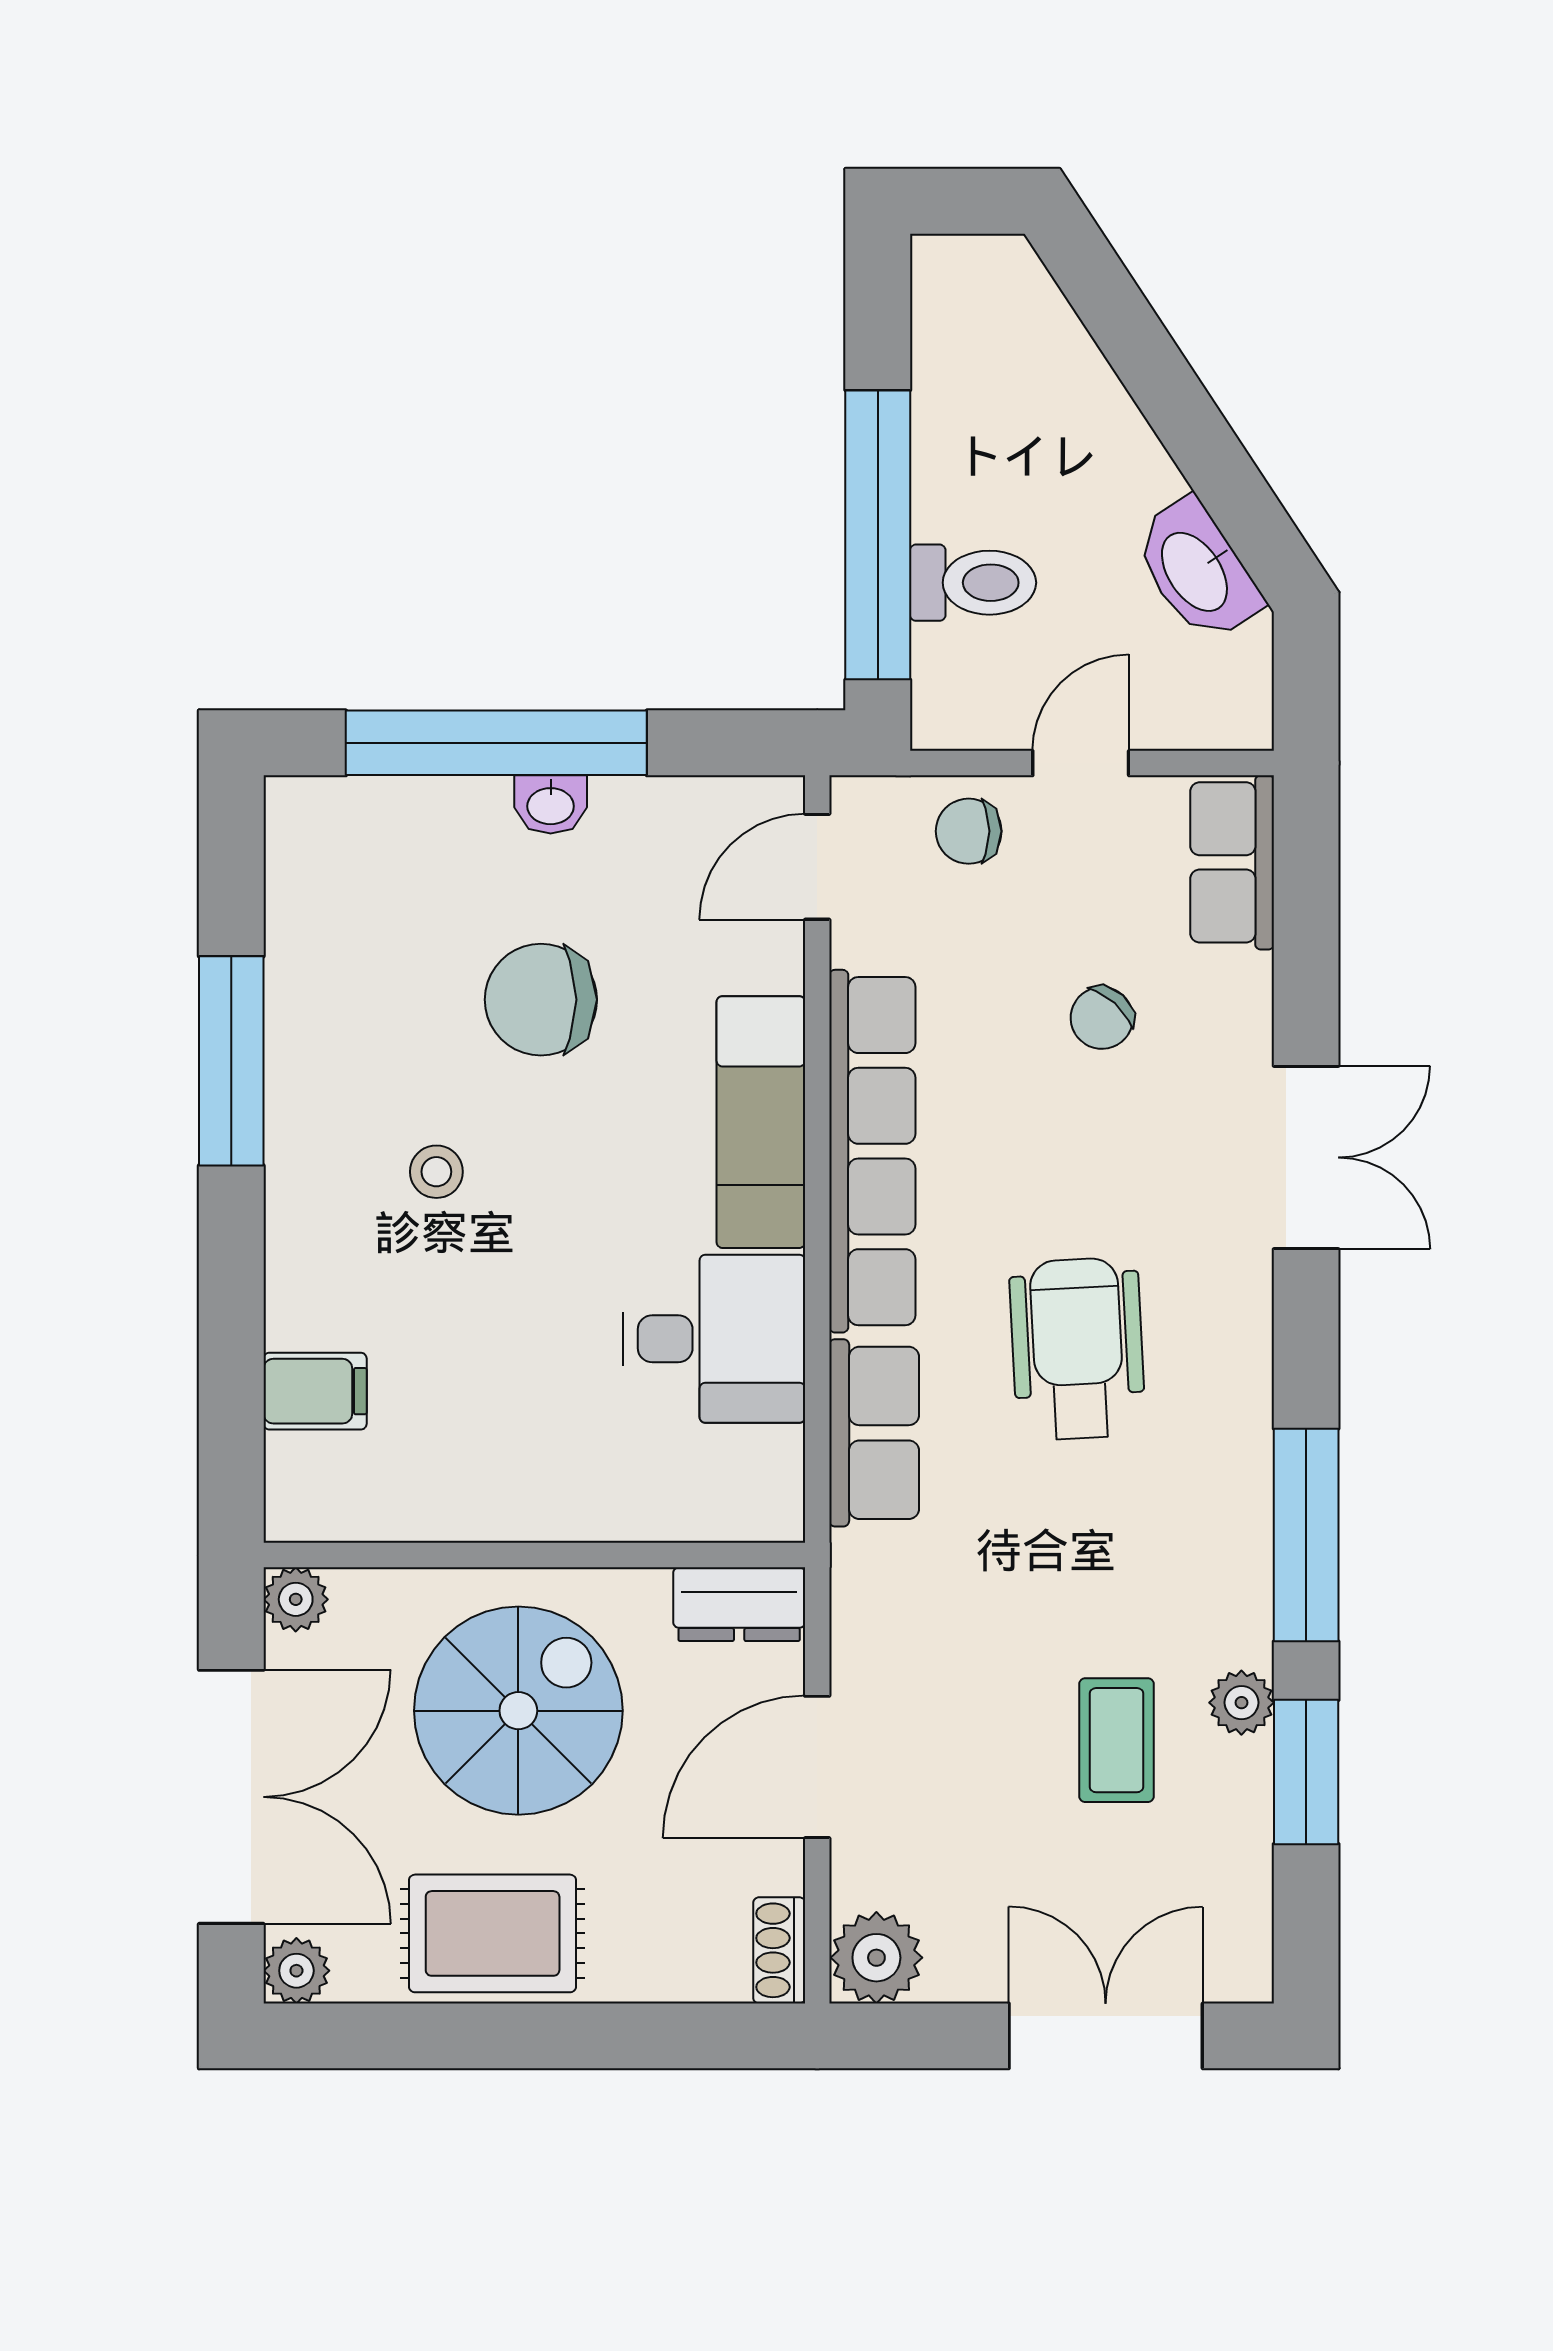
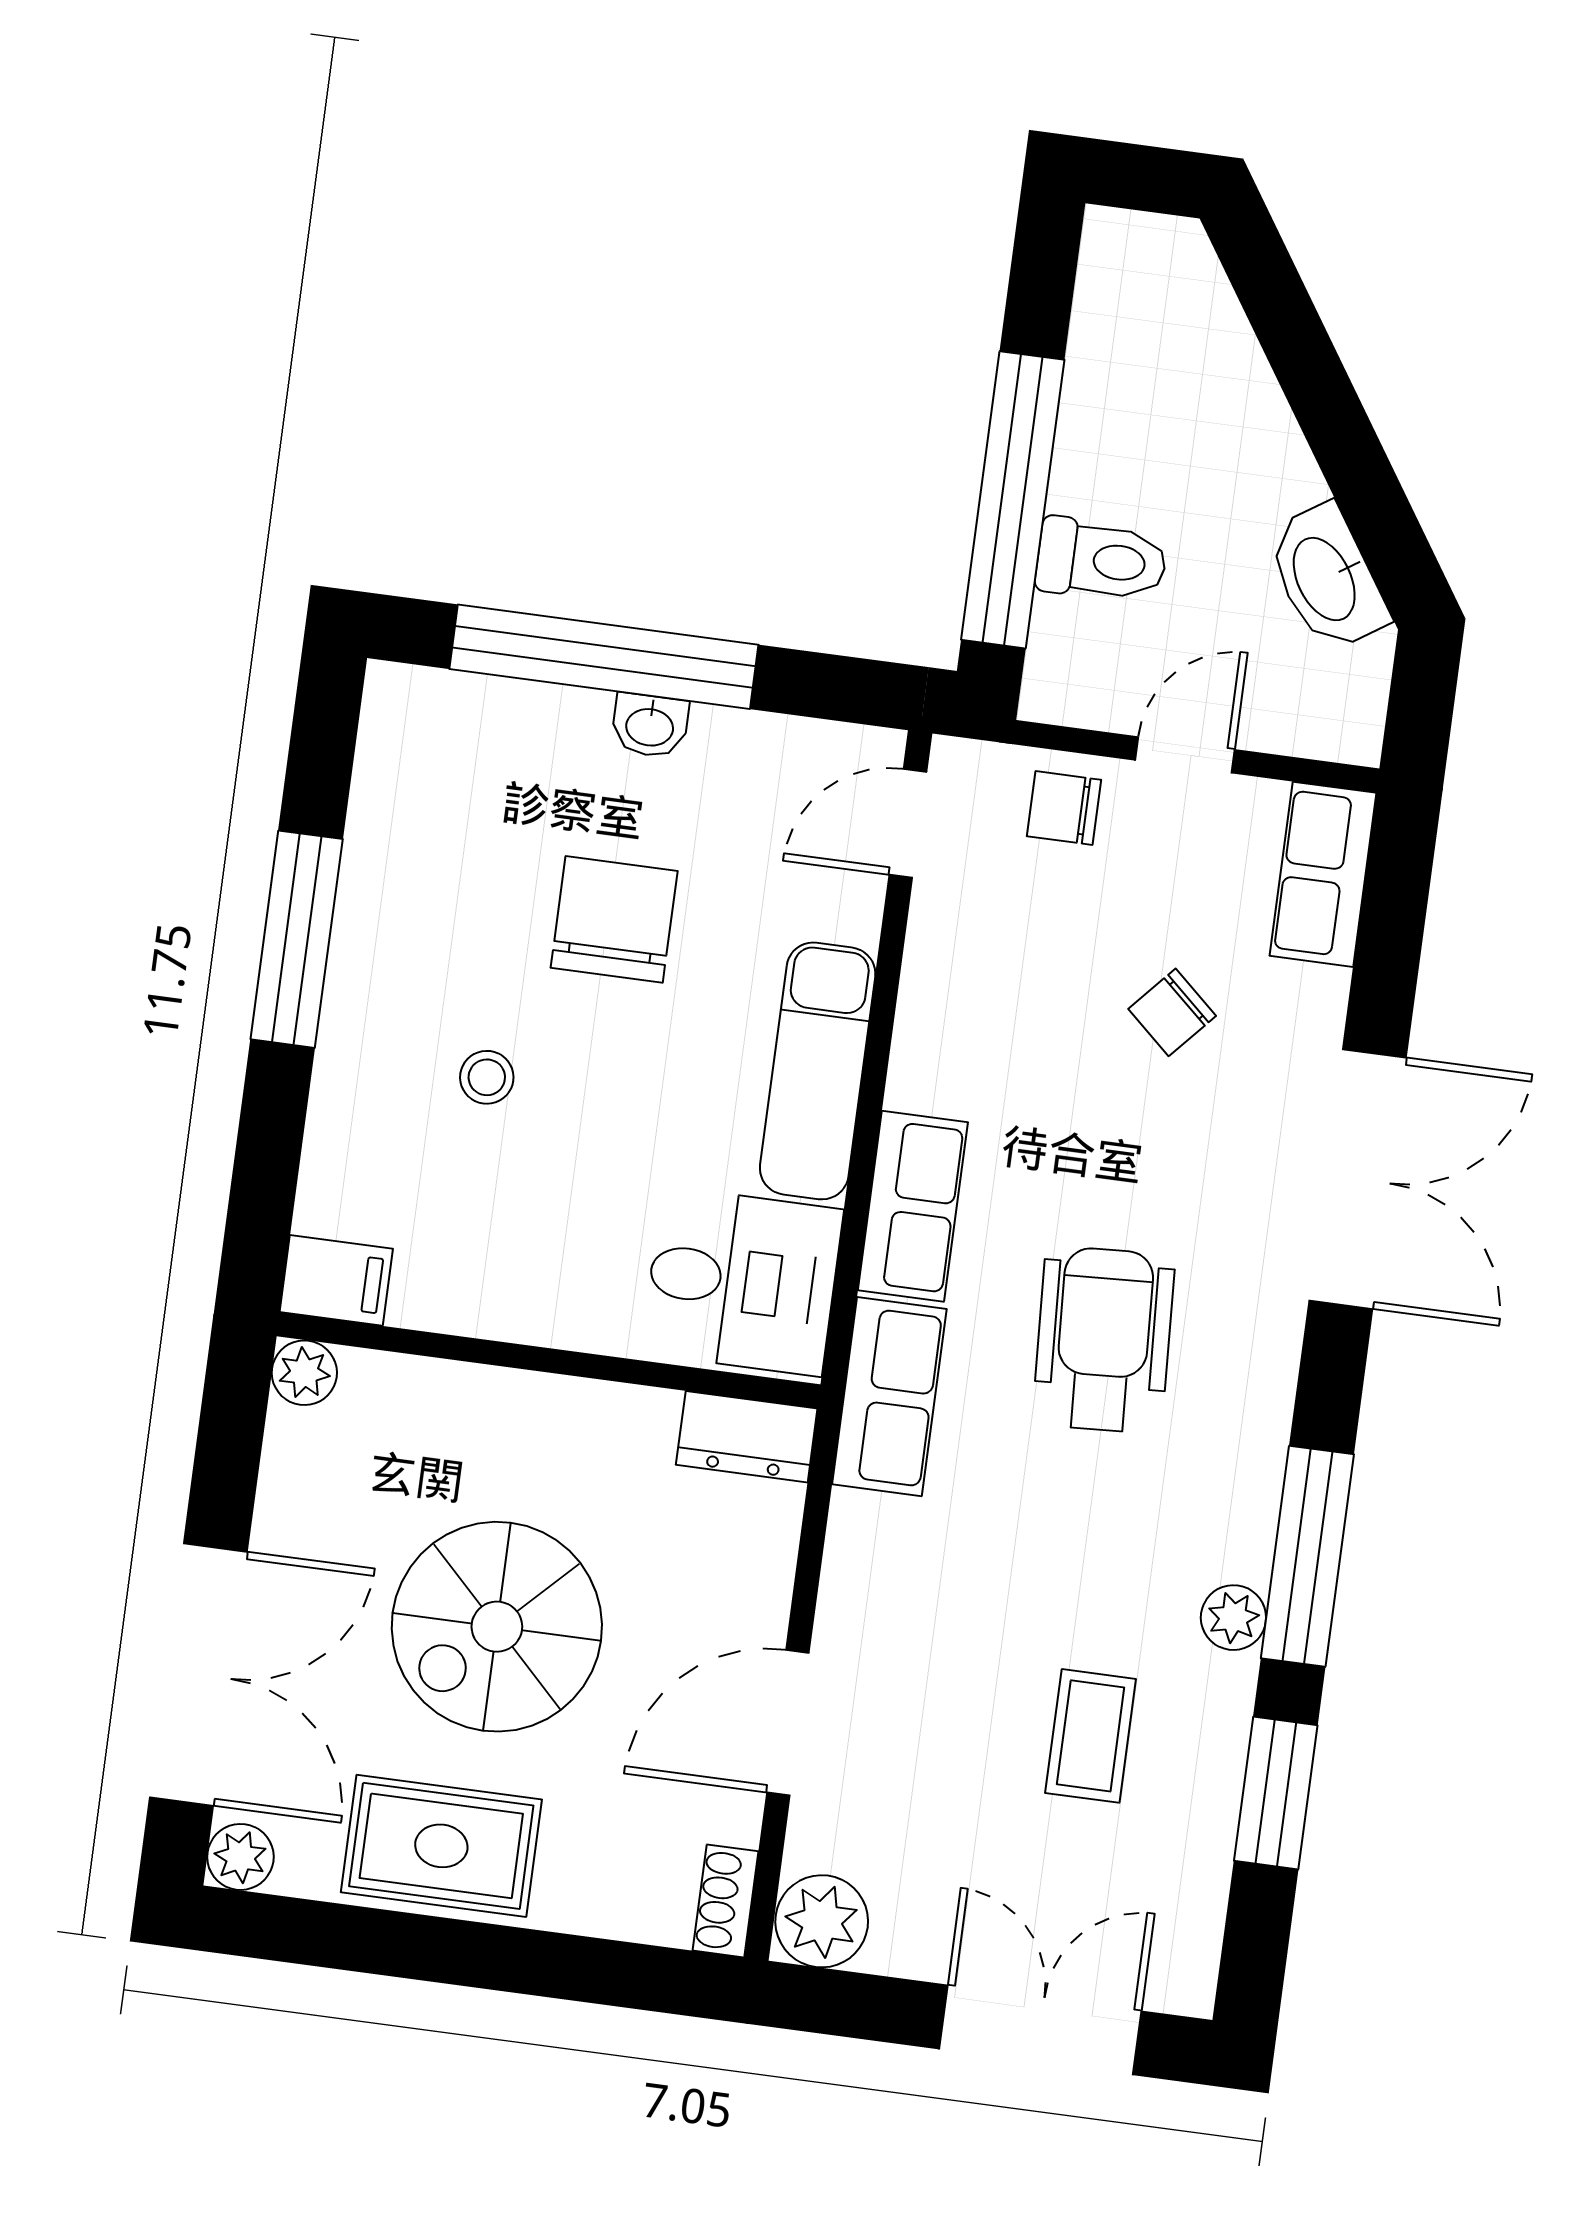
chair: (541, 1000) -> (614, 919), turned 90
row of seats: (872, 1151) -> (913, 1206), width x0.50
double door: (1306, 1157) -> (1358, 1179), width x1.37
wall: (534, 1555) -> (549, 1360), moved
plant: (296, 1599) -> (304, 1373), moved
dresser: (739, 1604) -> (747, 1437), moved
plant: (1241, 1703) -> (1233, 1618), moved
spiral stairs: (518, 1711) -> (497, 1627), turned 180

